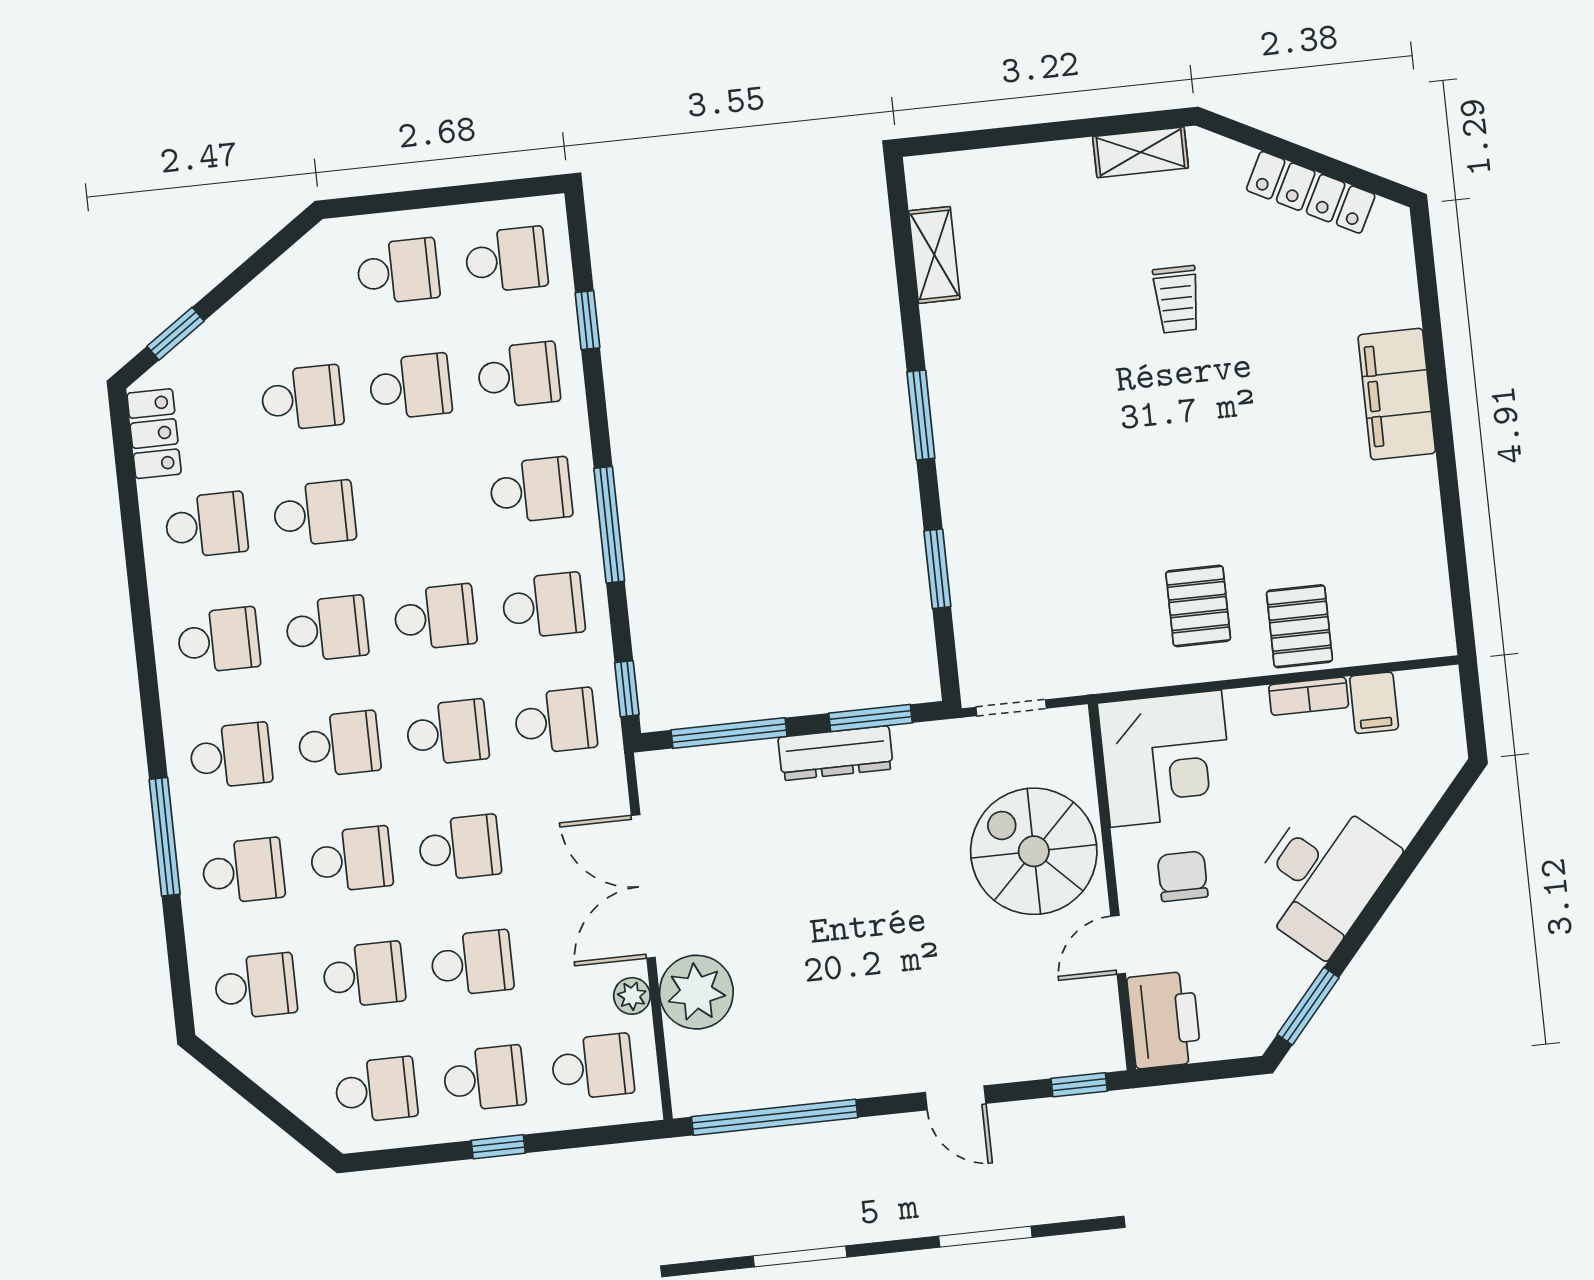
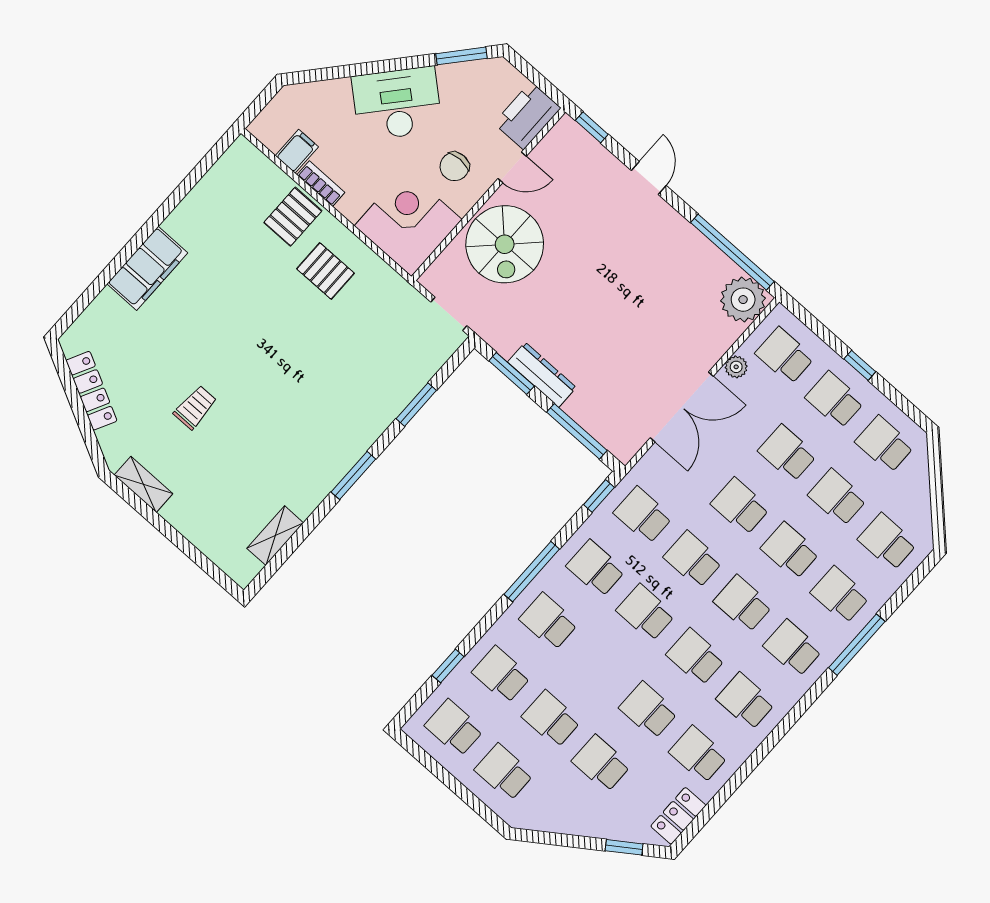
pallet: (1198, 606) -> (325, 271), turned 90
plant: (696, 992) -> (743, 300), moved

